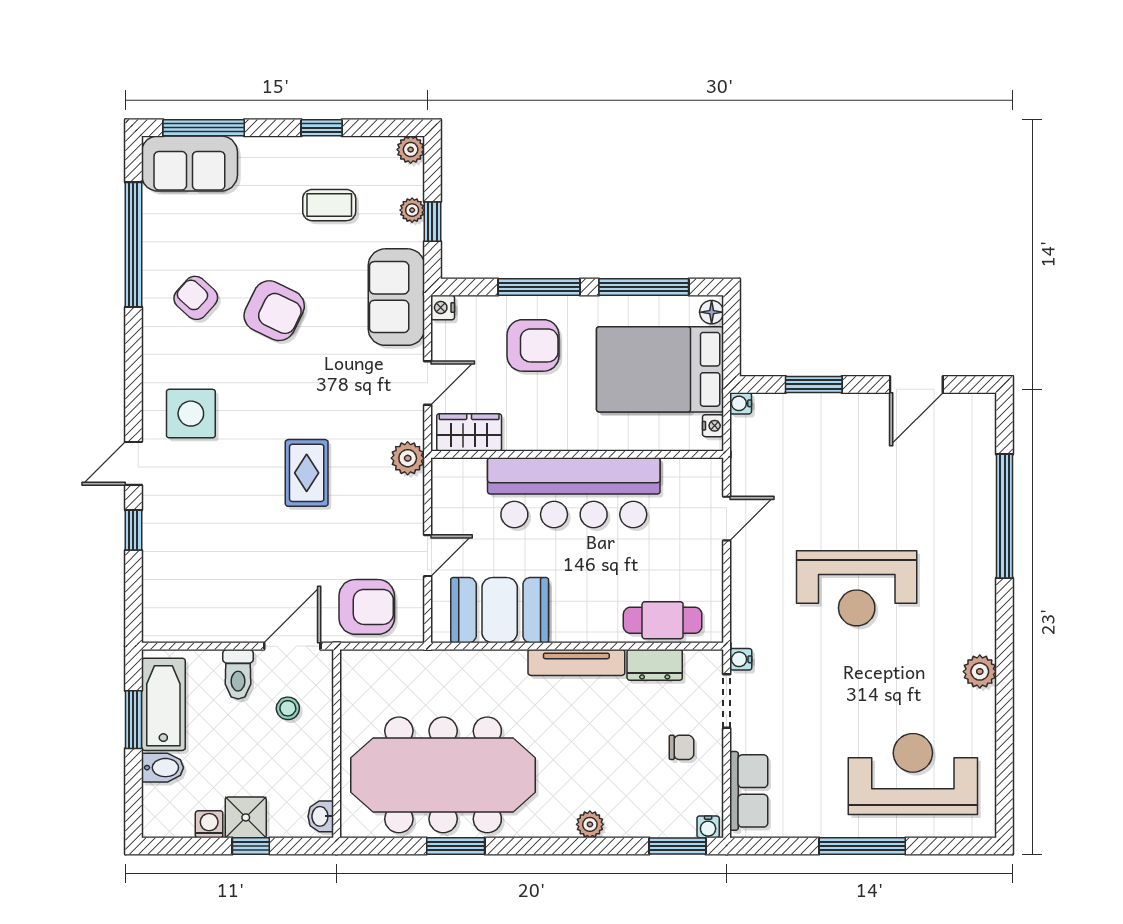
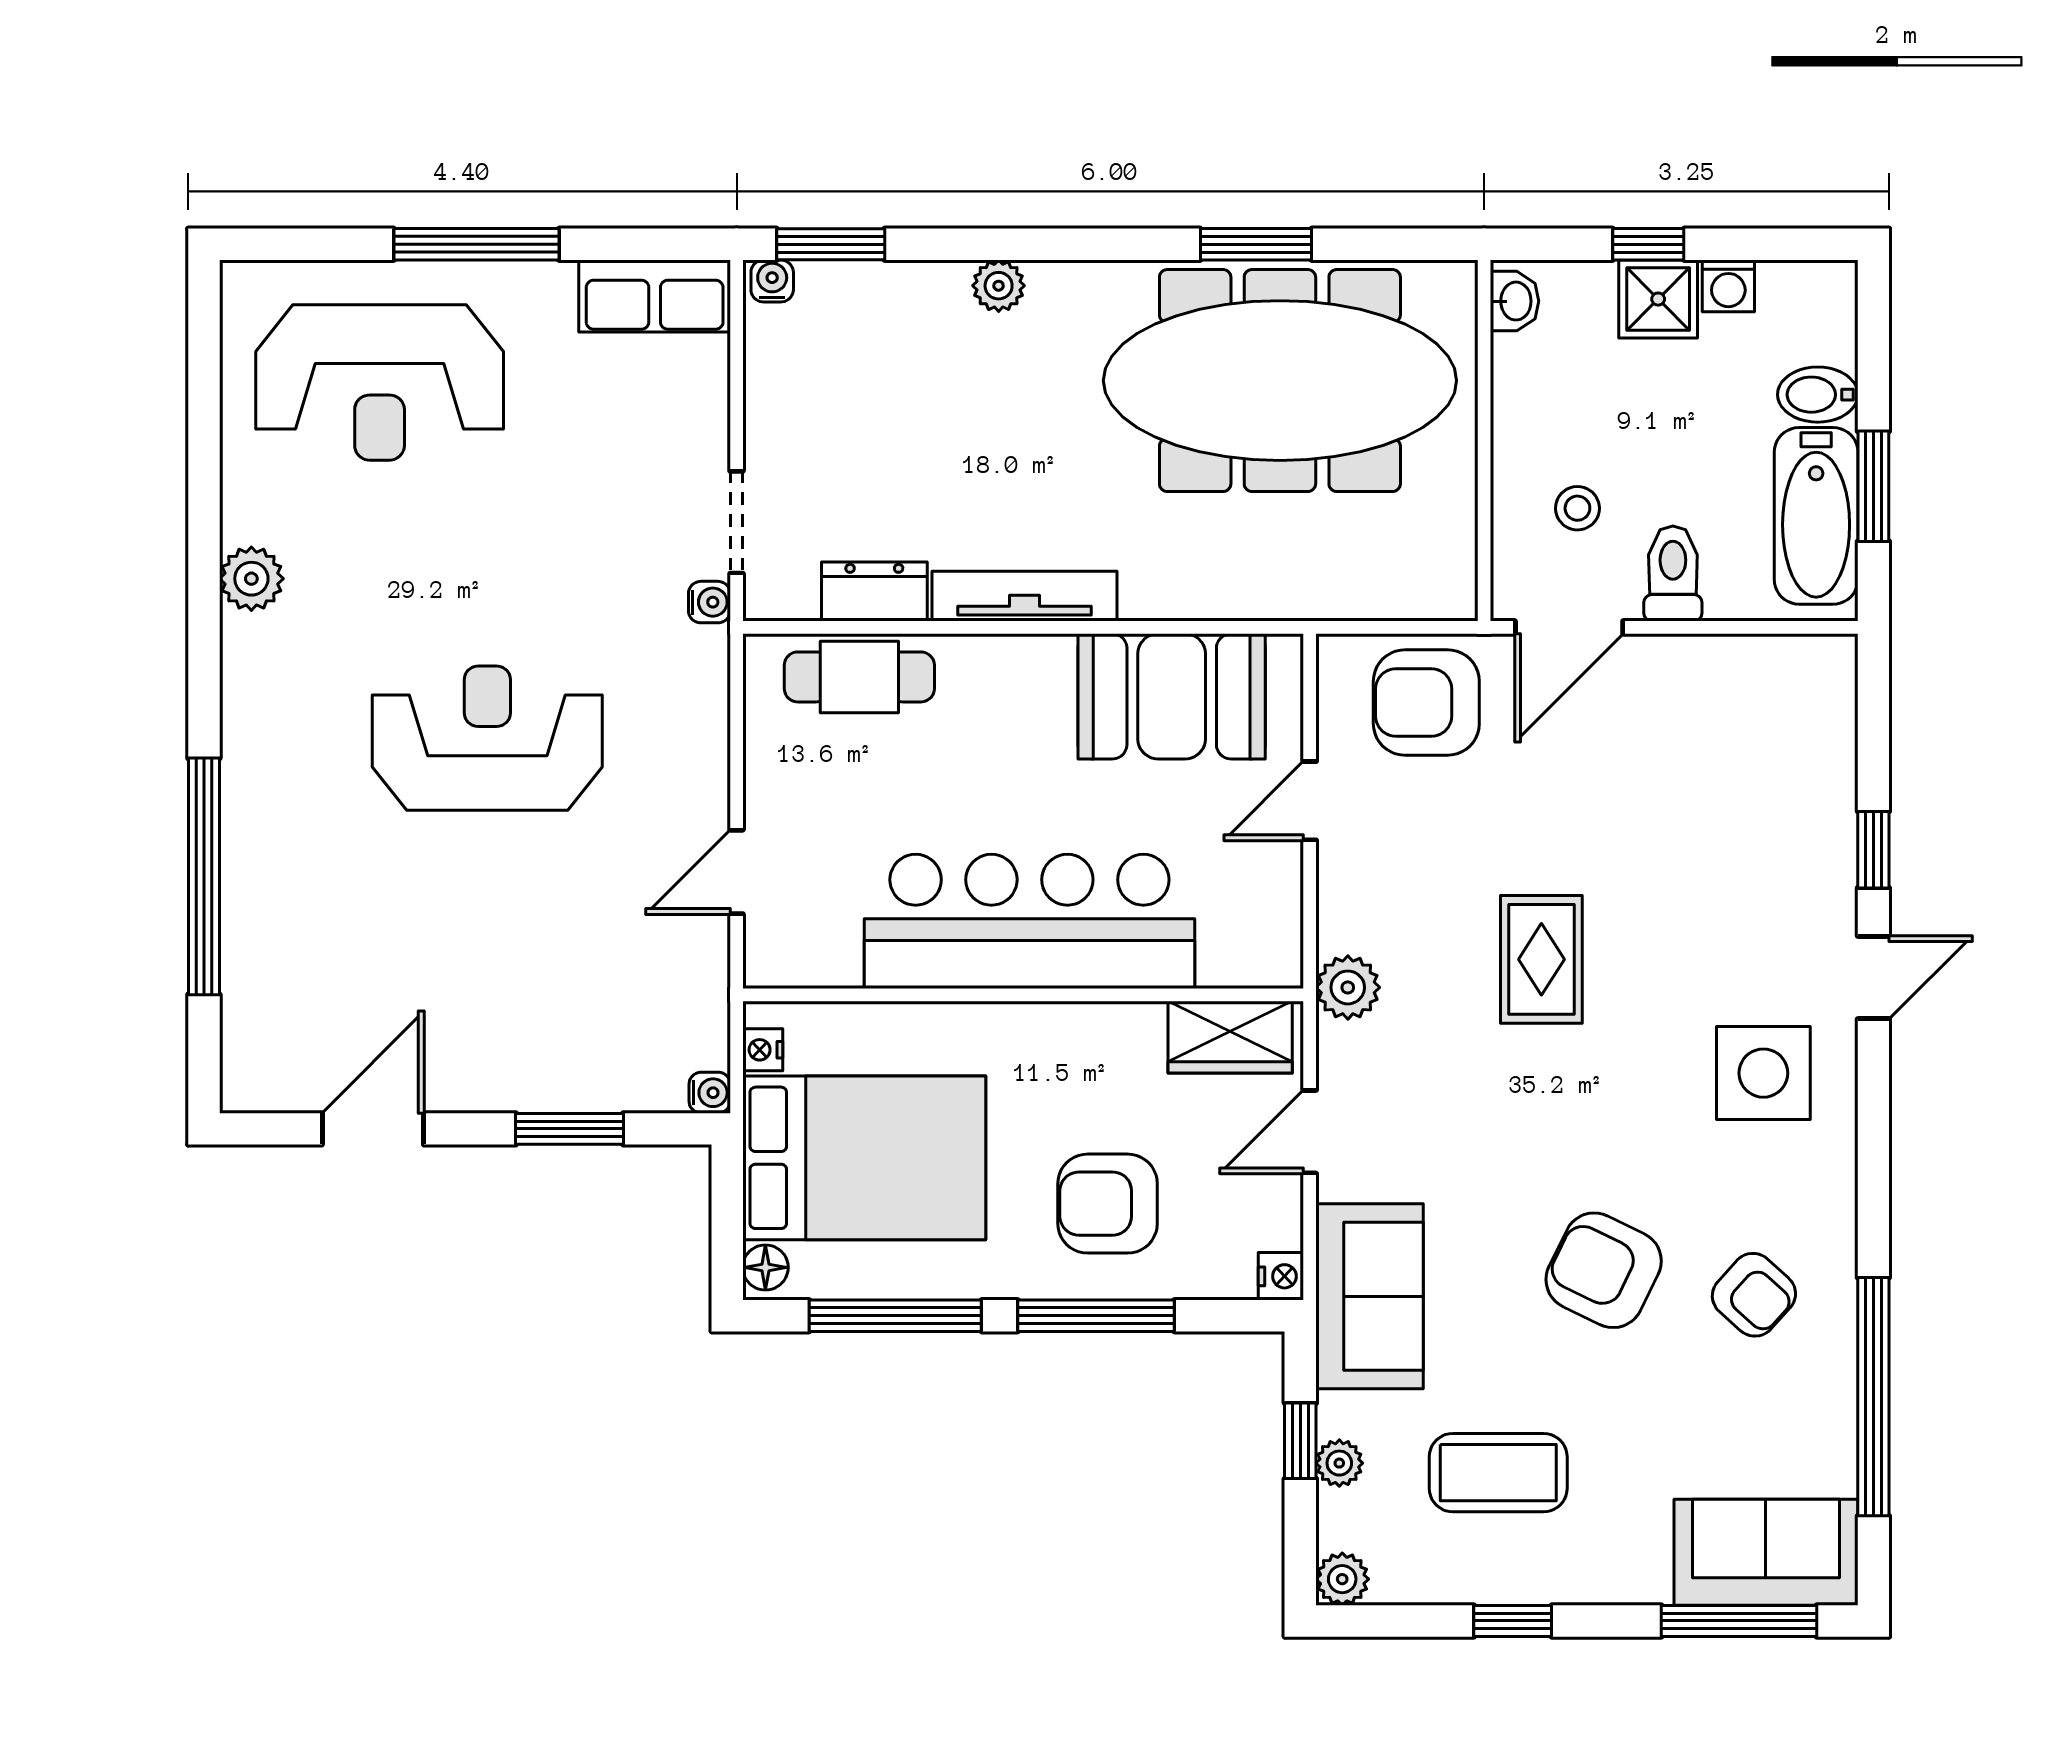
coffee table: (329, 205) -> (1498, 1473), width x1.36, depth x1.30
chair: (682, 747) -> (823, 433), removed
row of seats: (749, 791) -> (655, 296), moved, turned -90

